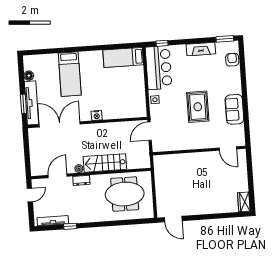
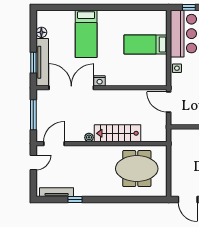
bed: (123, 57) -> (146, 44), moved
nightstand: (97, 115) -> (100, 81), moved
door: (150, 131) -> (169, 102), hinge flipped
window: (27, 151) -> (33, 115), added
door: (58, 176) -> (54, 144), moved
dresser: (81, 180) -> (91, 150), removed

